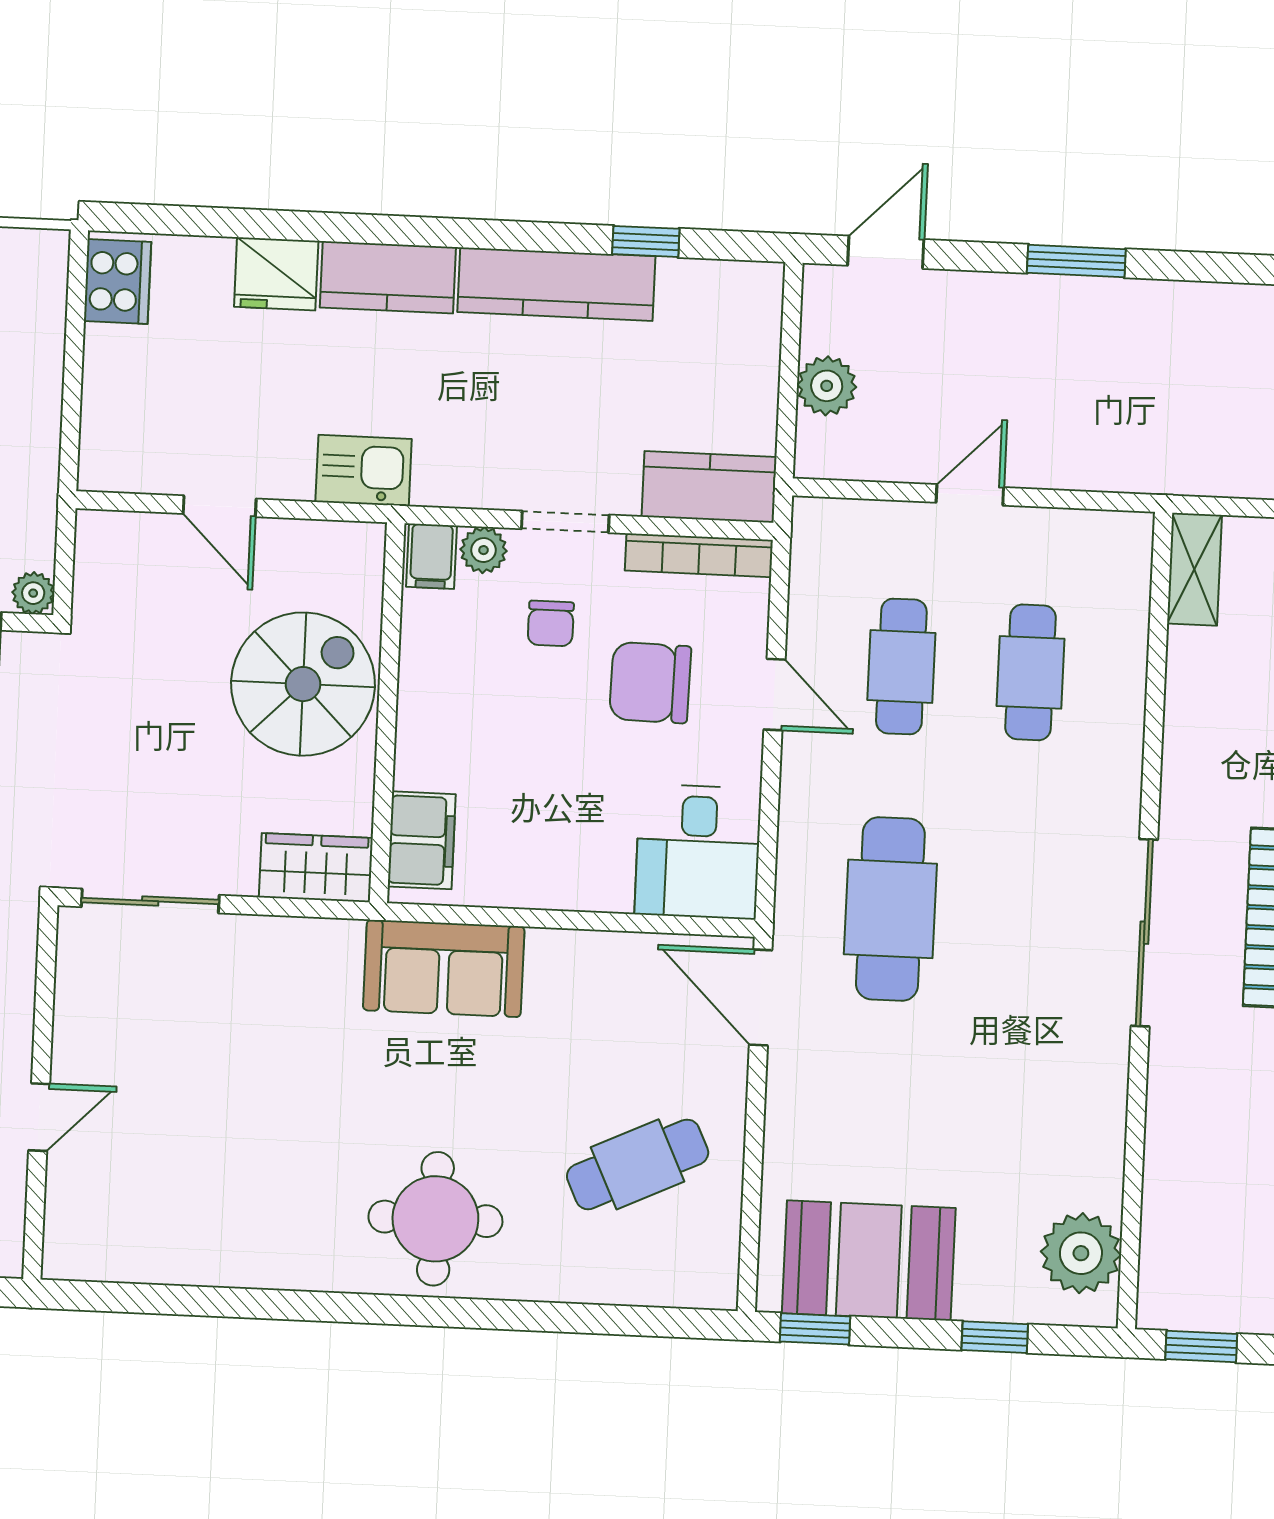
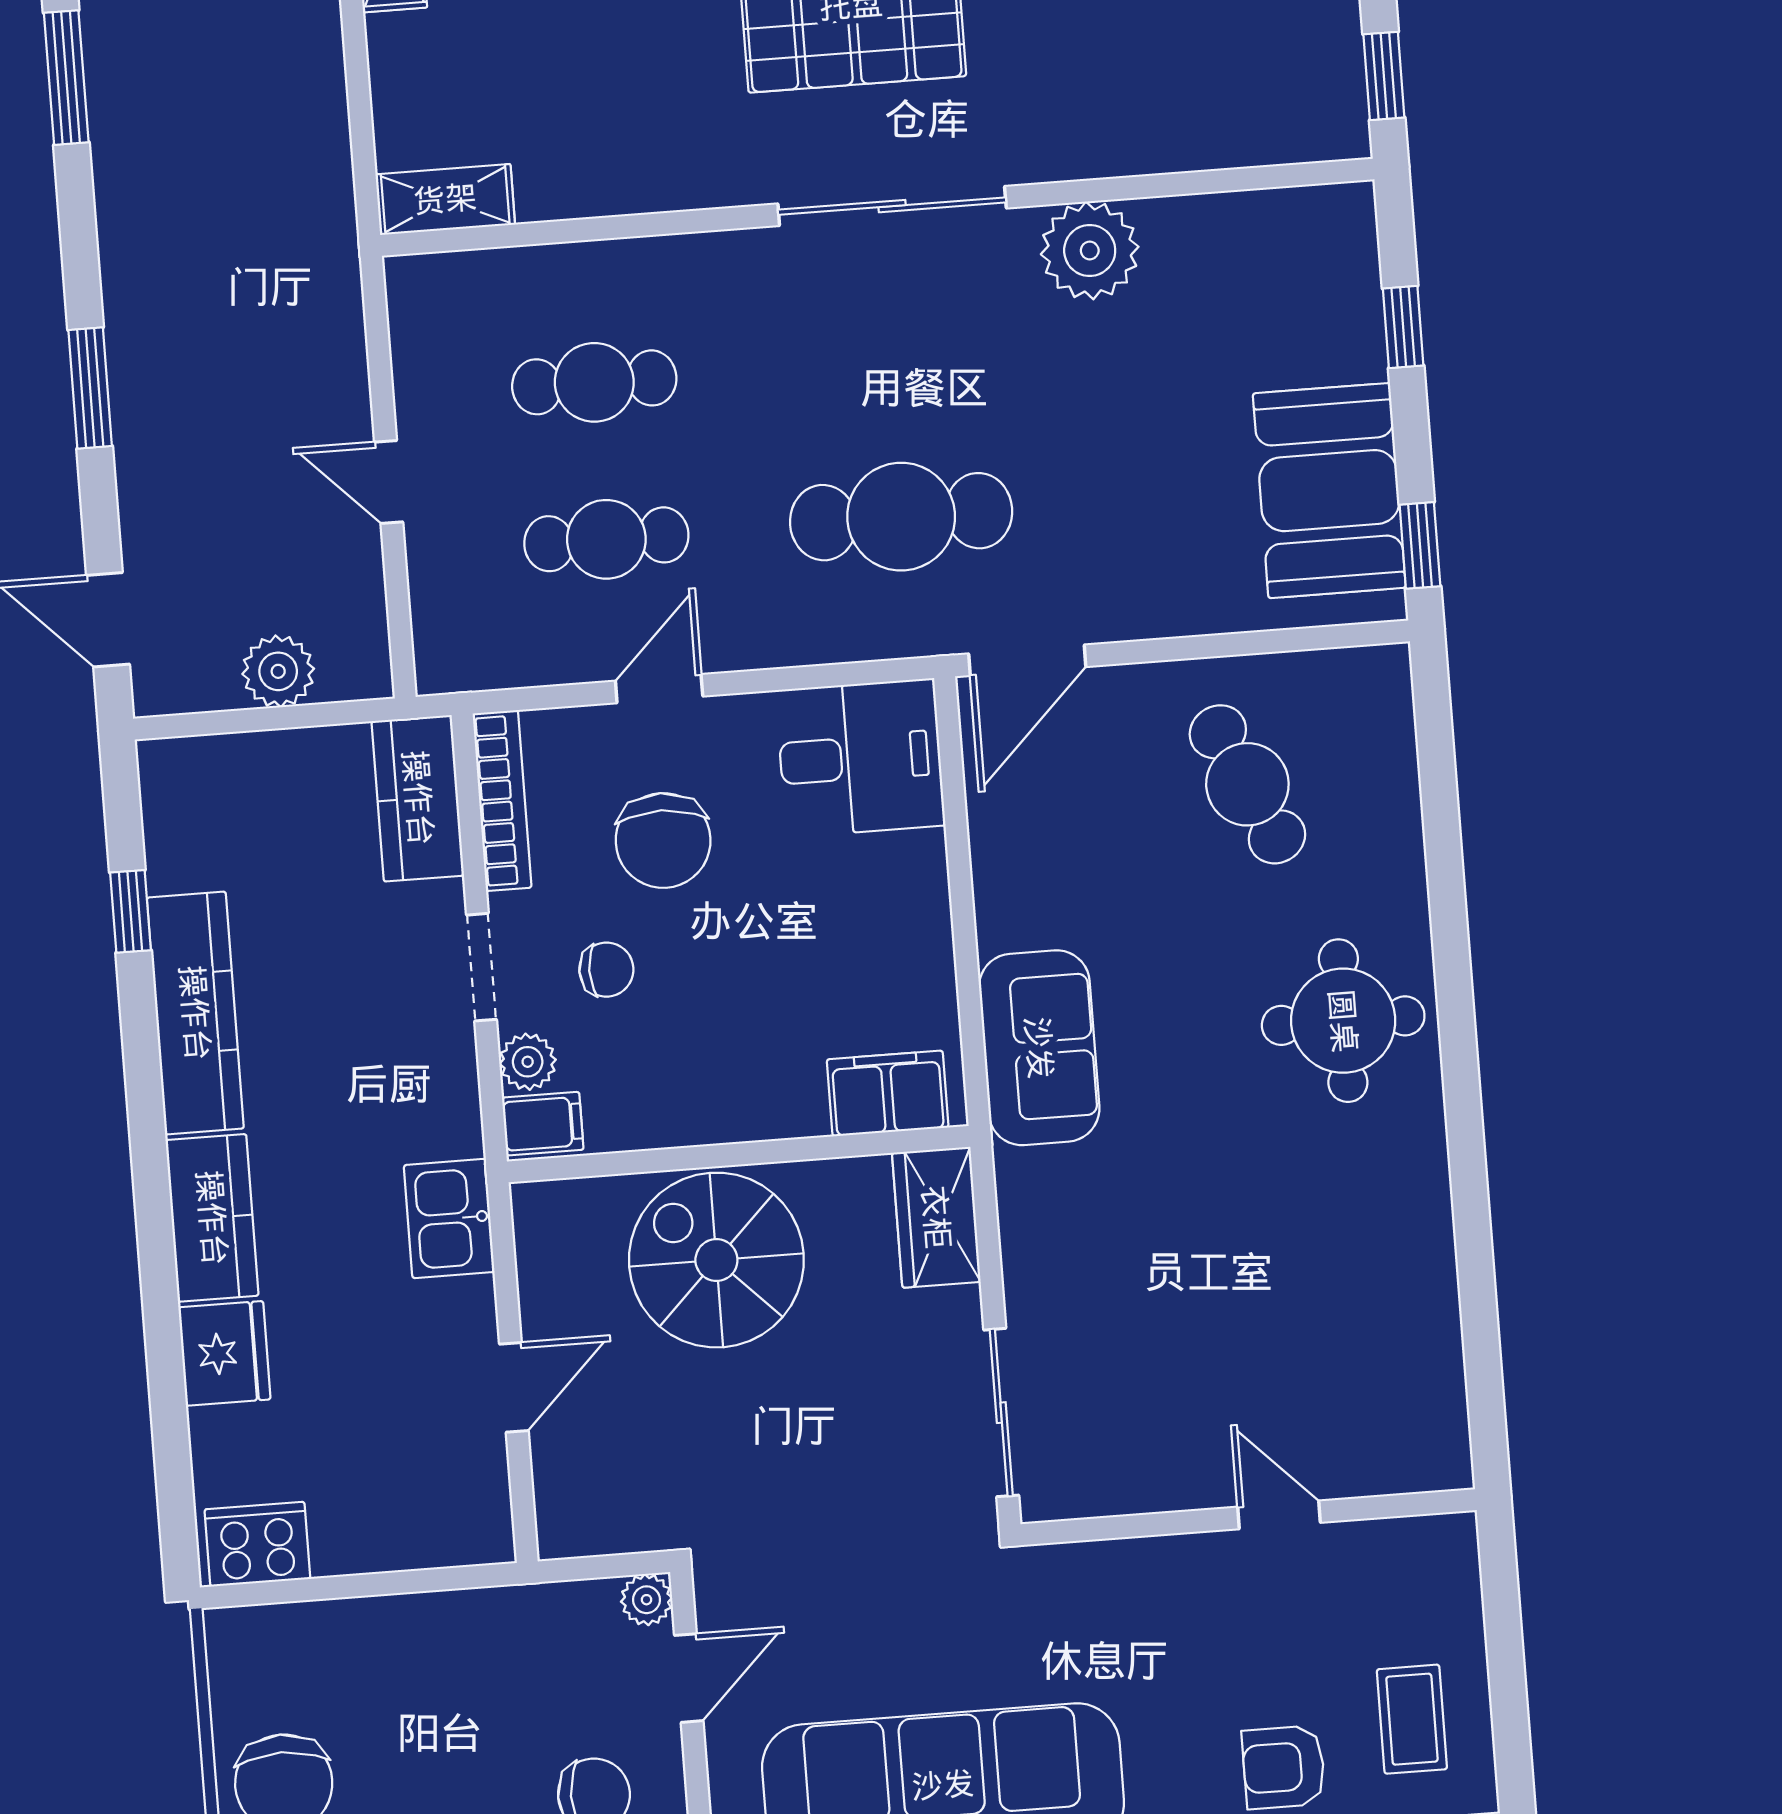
plant: (1081, 1253) -> (1090, 251), moved

